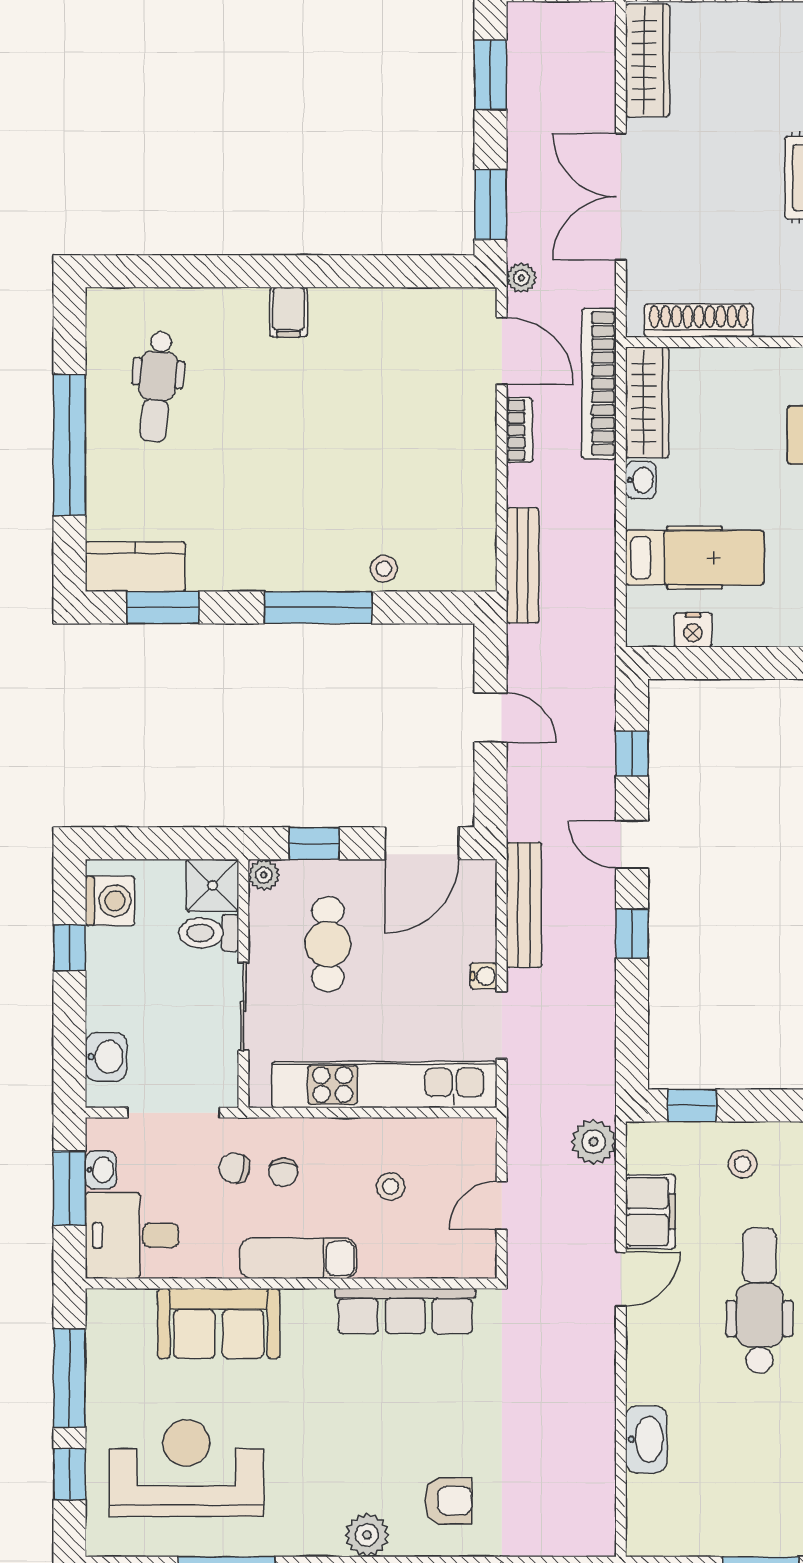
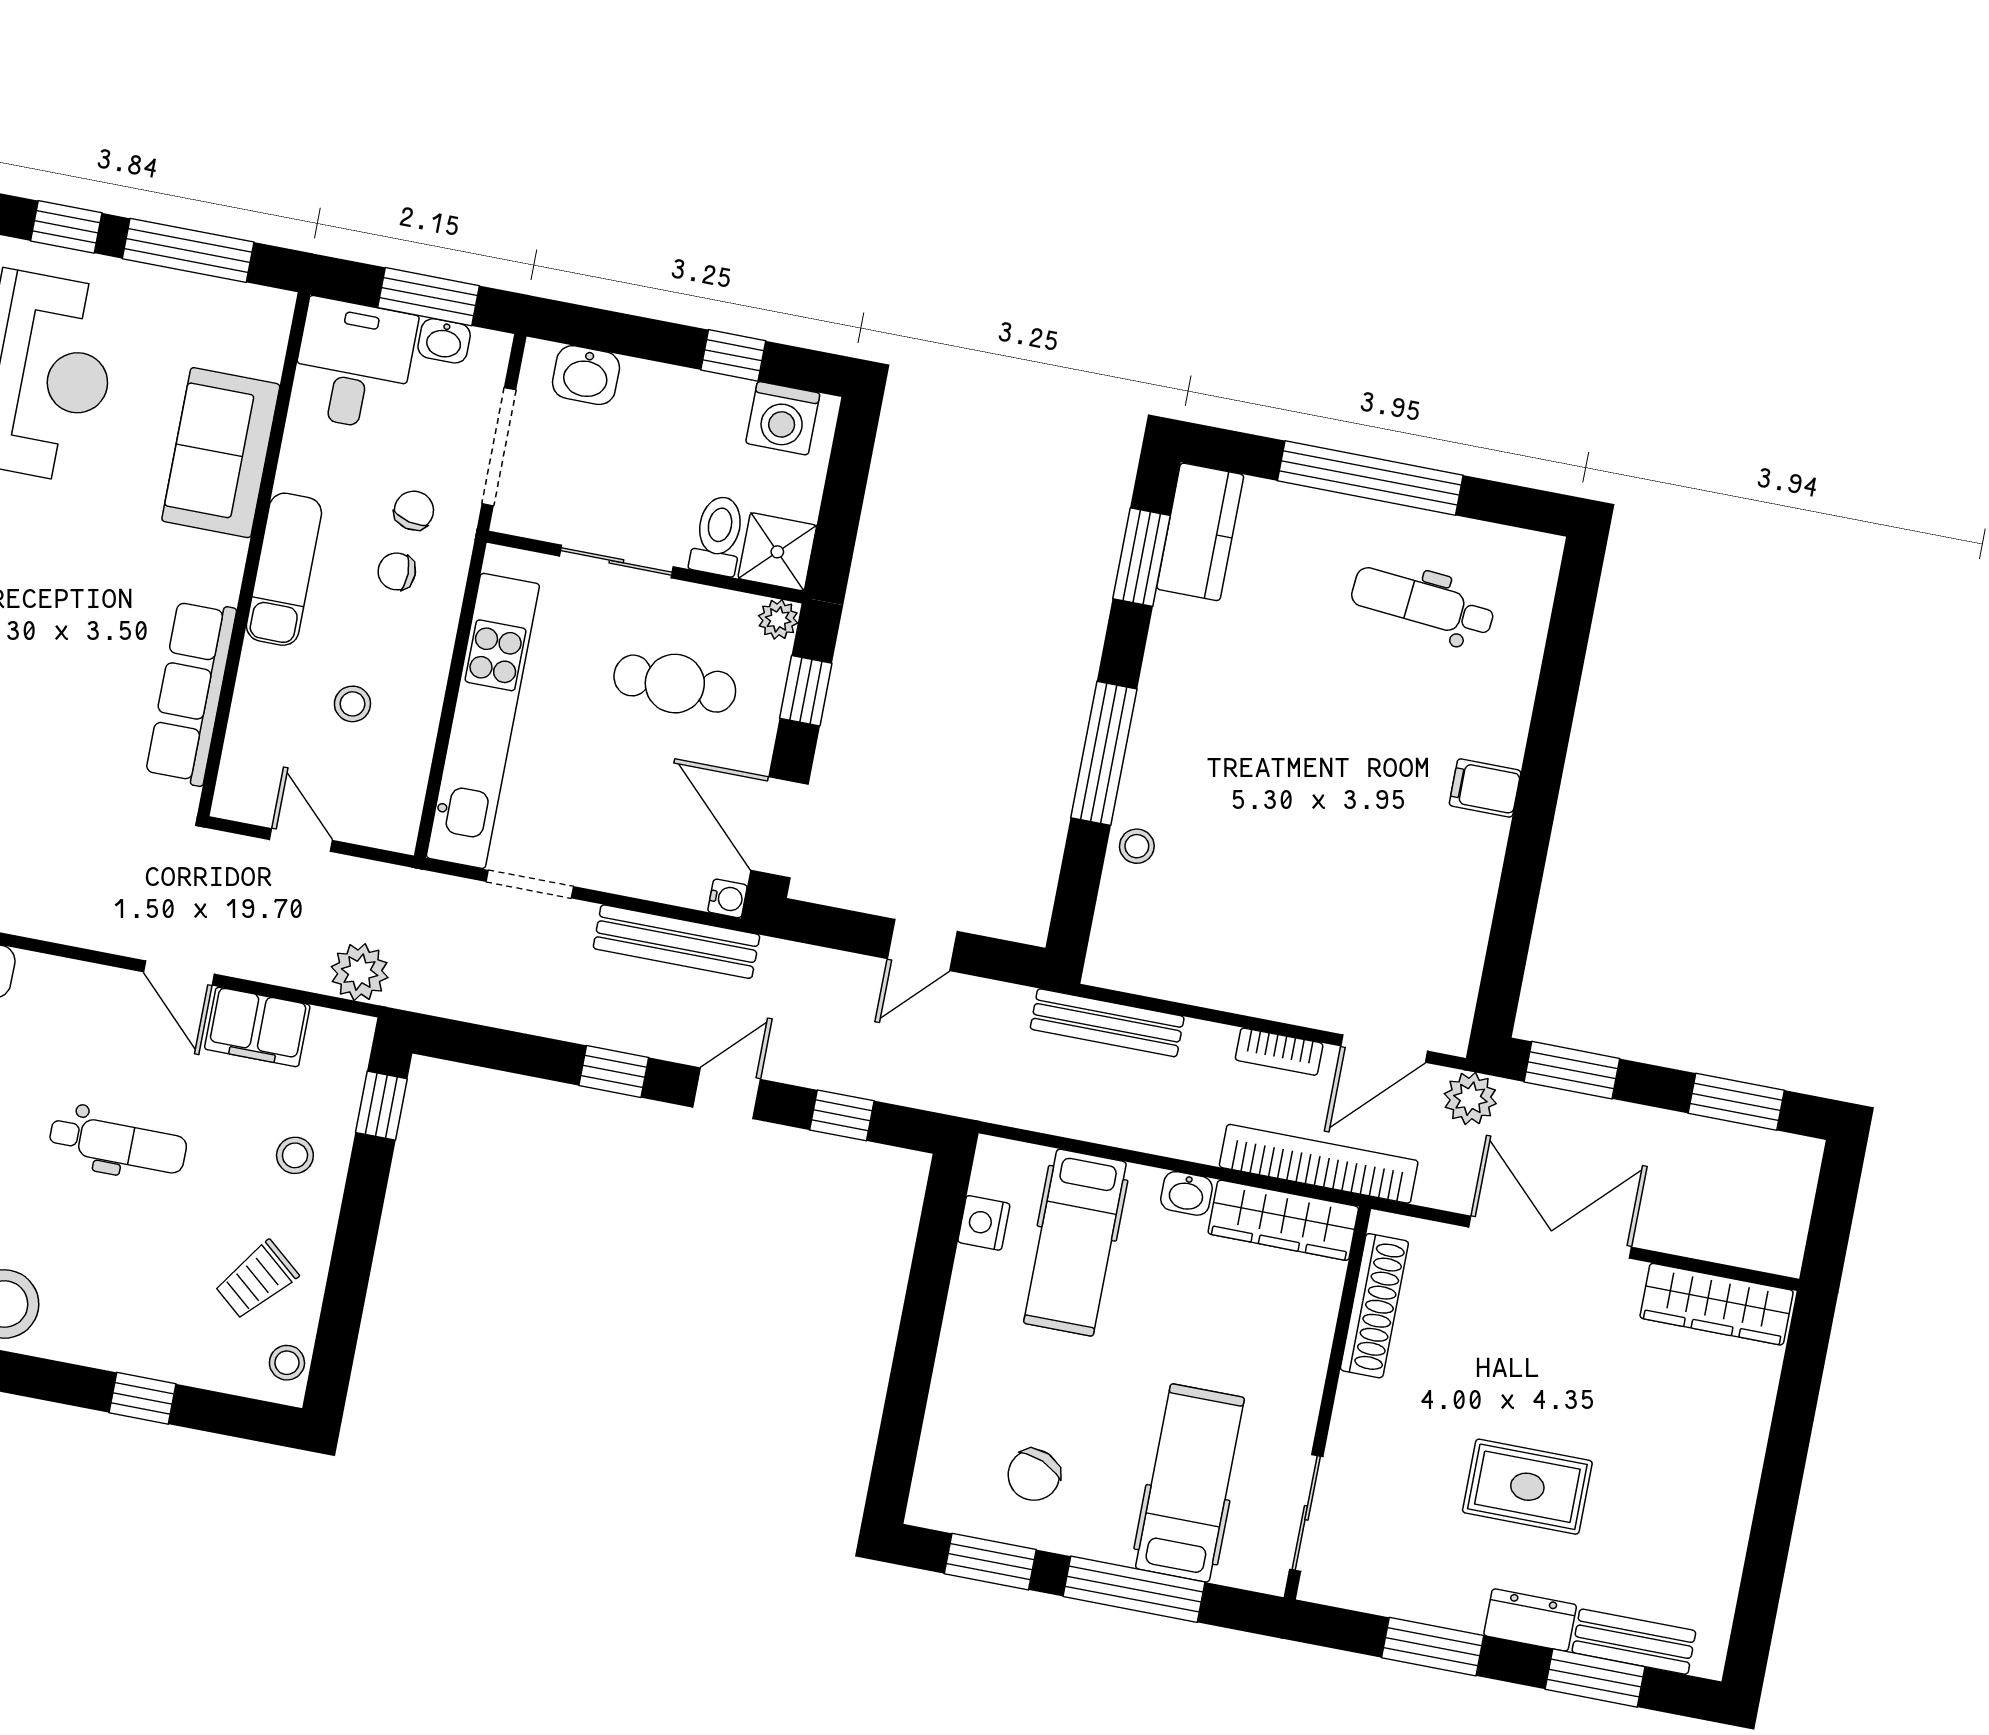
plant: (521, 278) -> (1470, 1099), width x1.38, depth x1.38
water cooler: (484, 976) -> (727, 898), moved, turned -90
dental chair: (759, 1301) -> (118, 1144), width x0.73, depth x0.72

